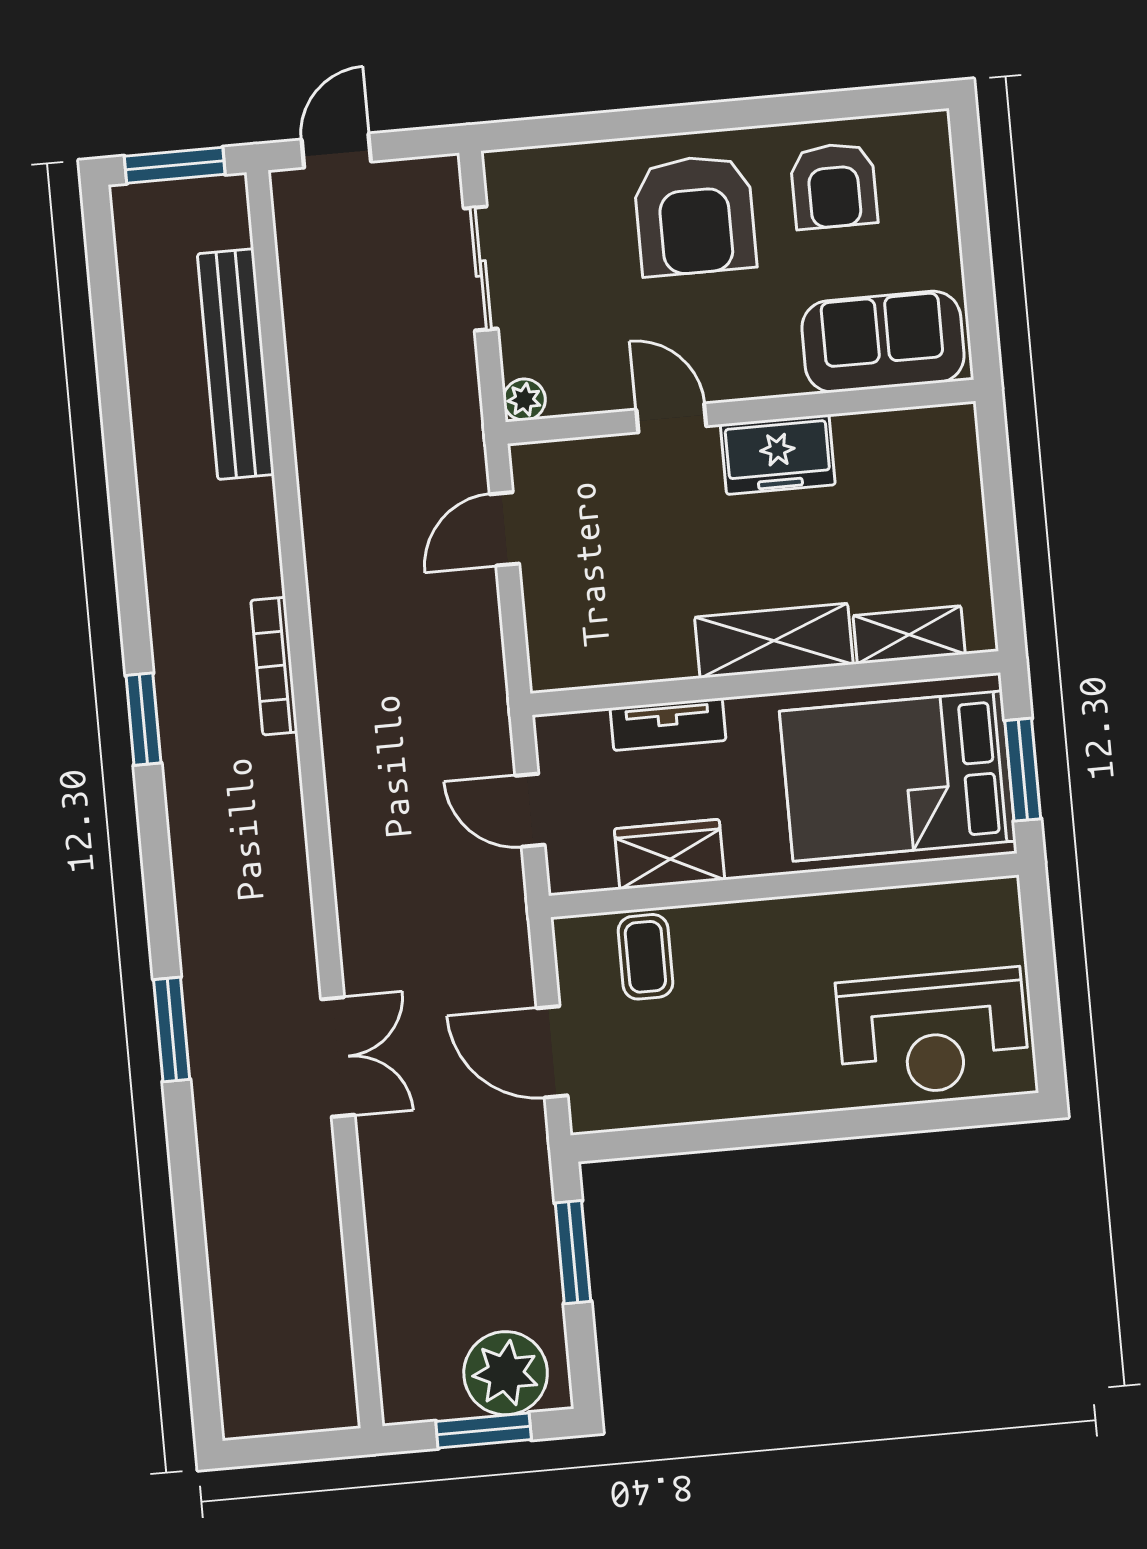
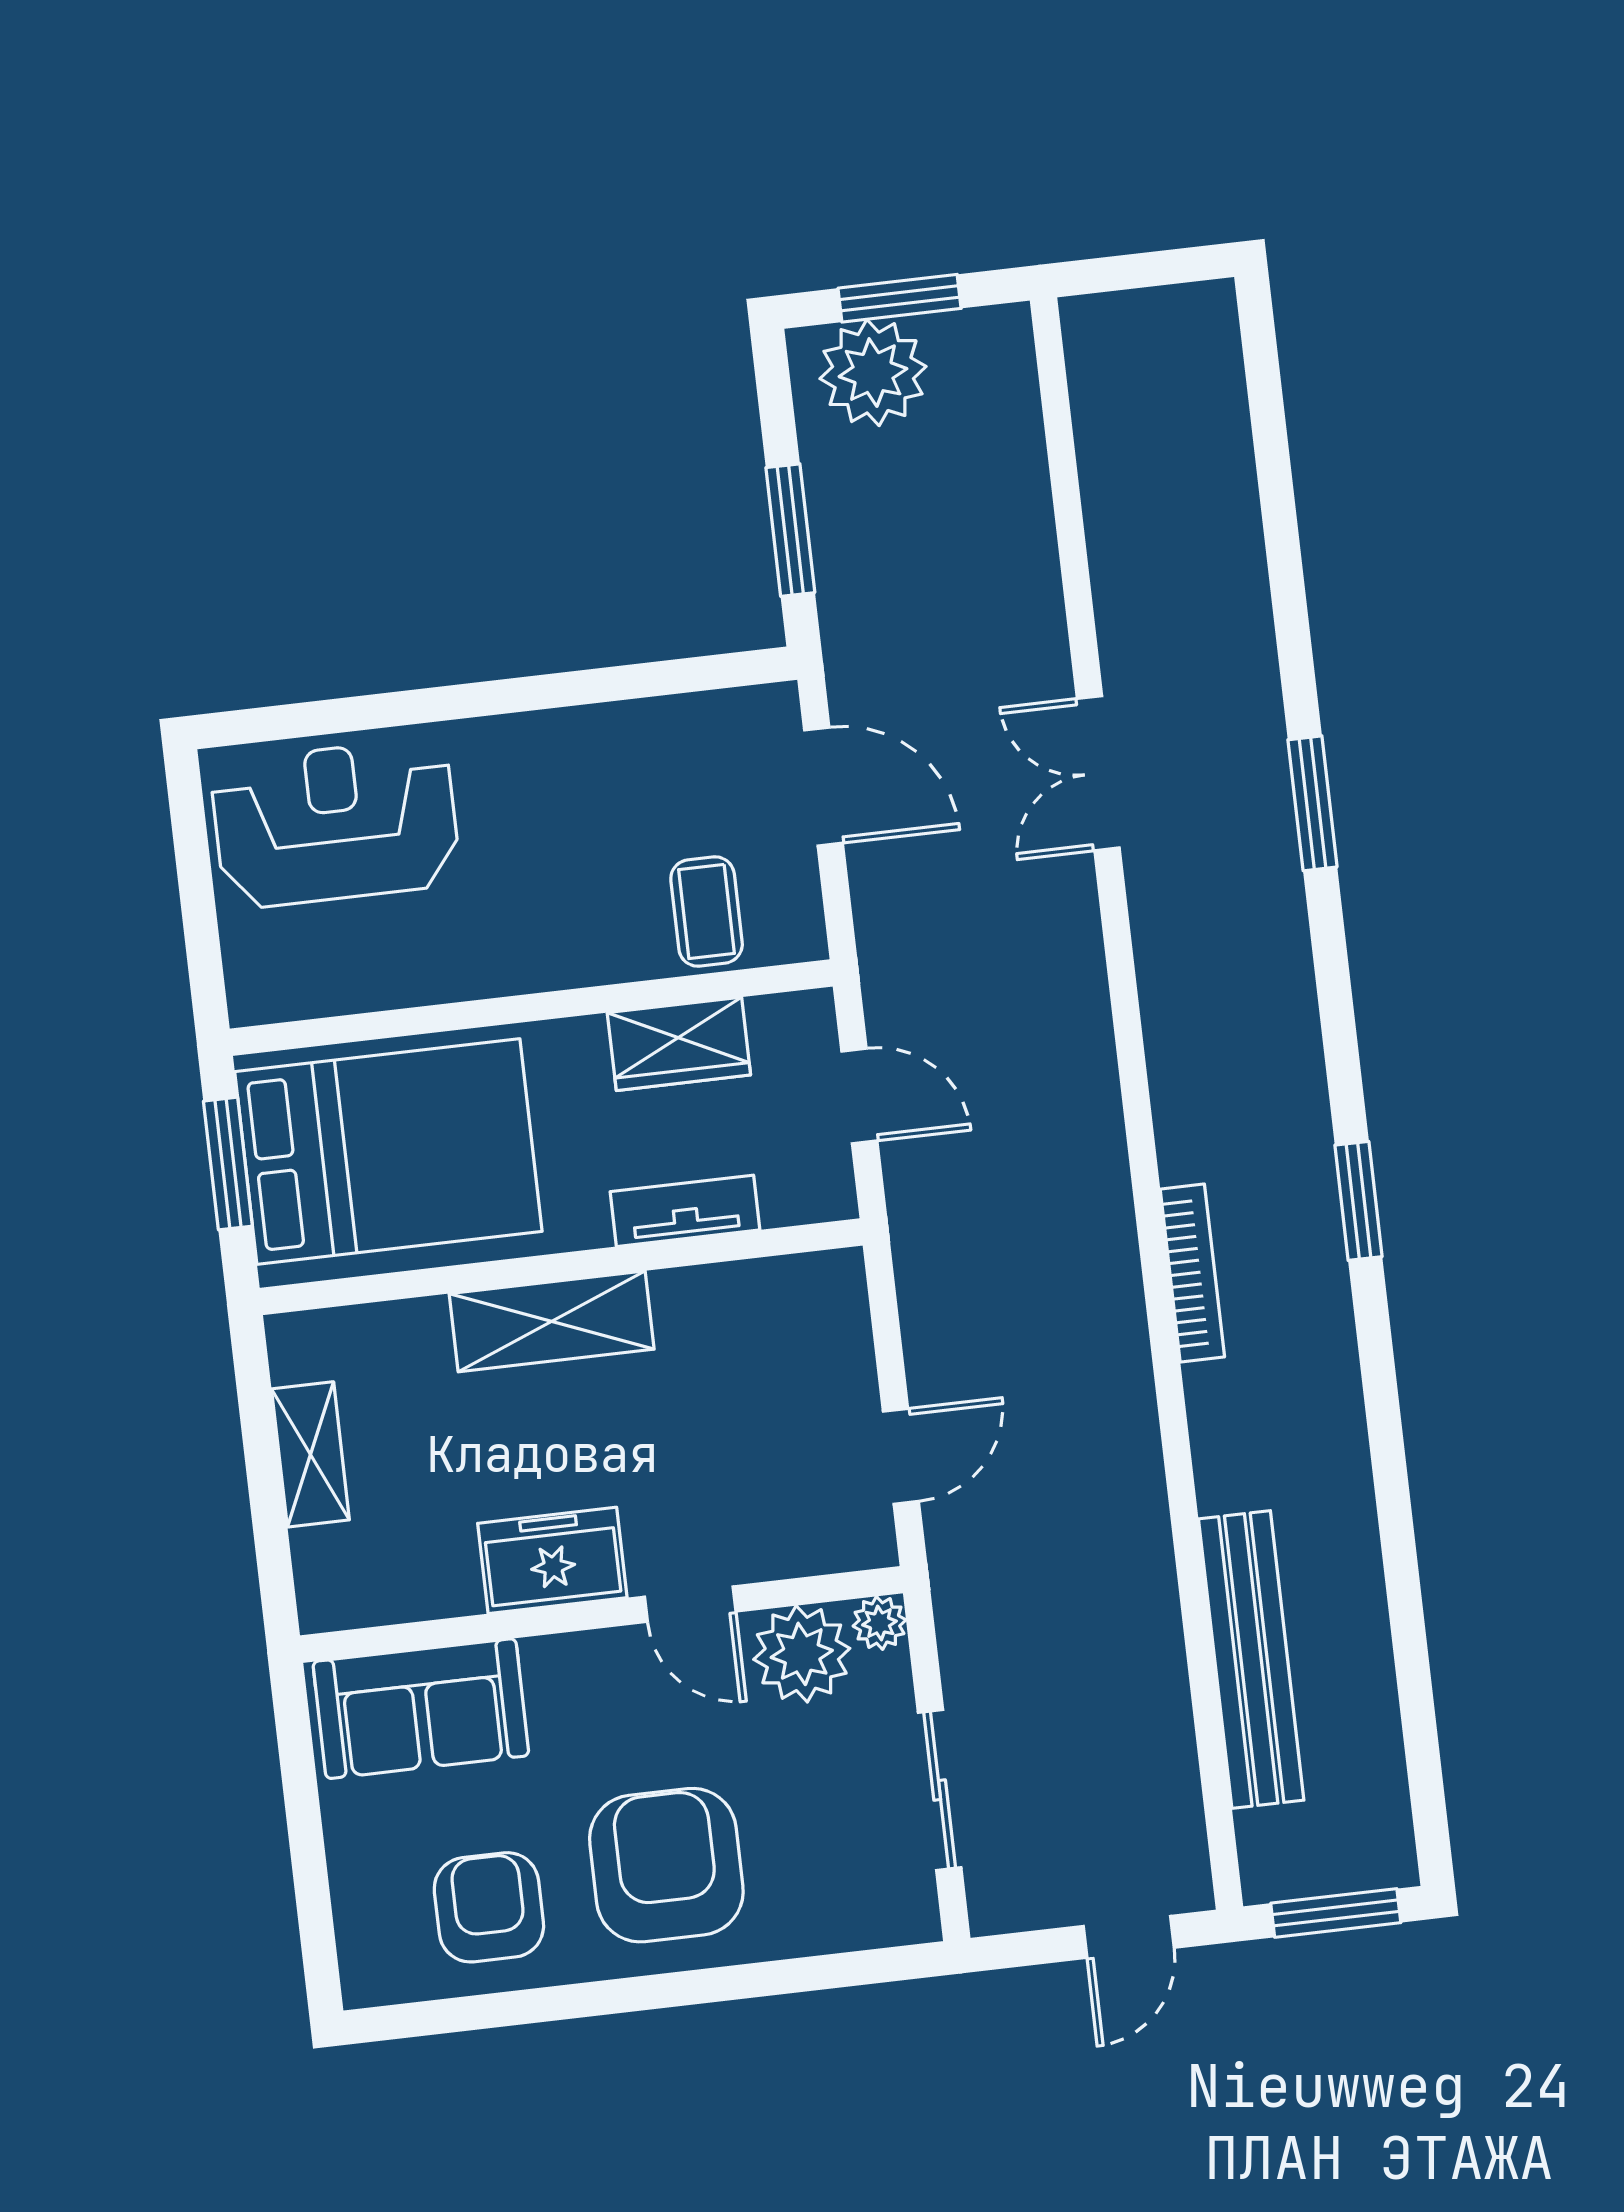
plant: (585, 377) -> (802, 1654), added
shelving: (909, 635) -> (310, 1454), moved, turned 90

